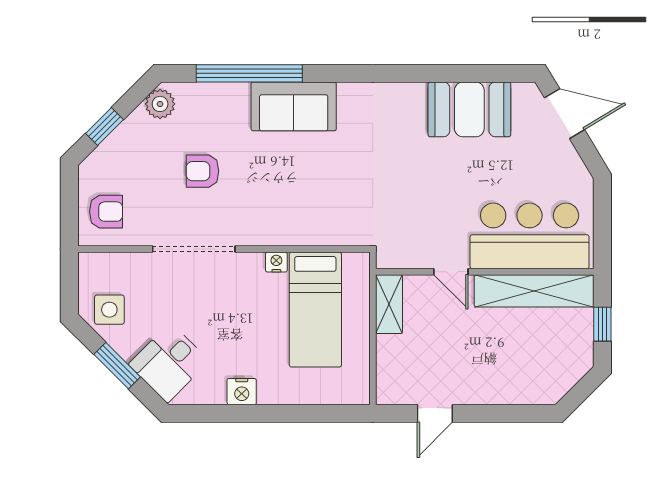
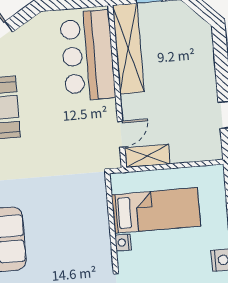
door: (451, 272) -> (121, 134), moved

